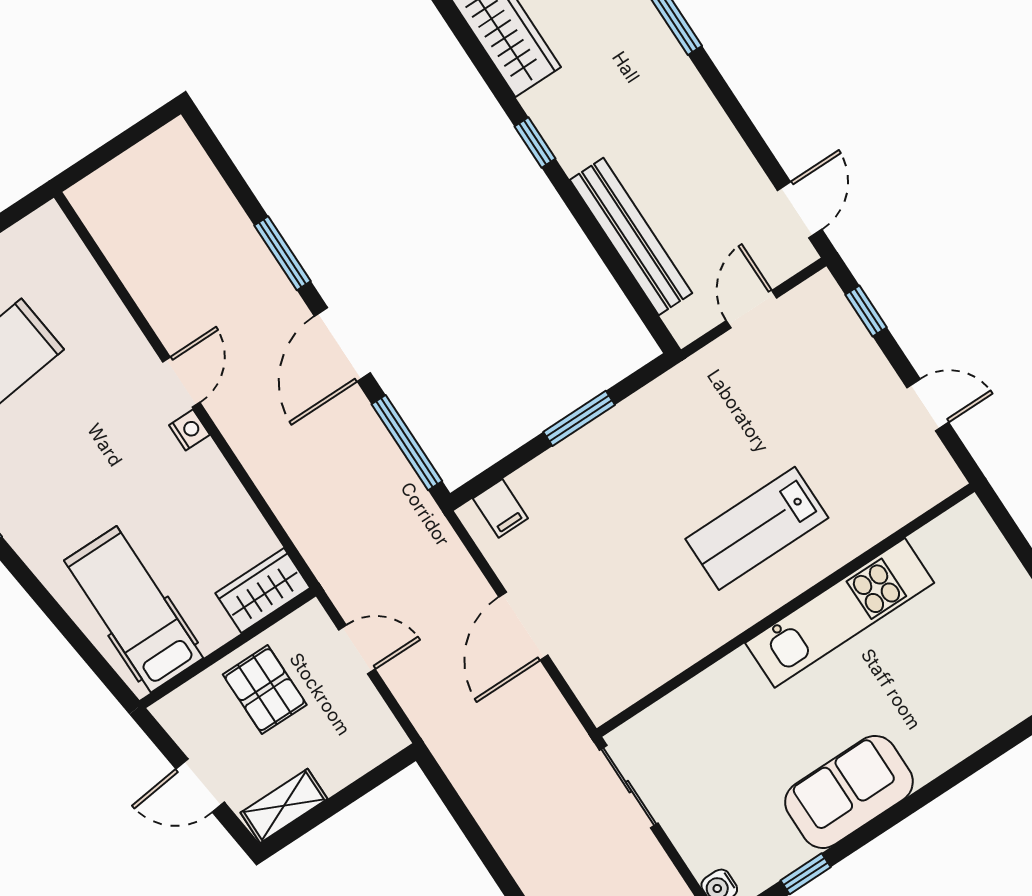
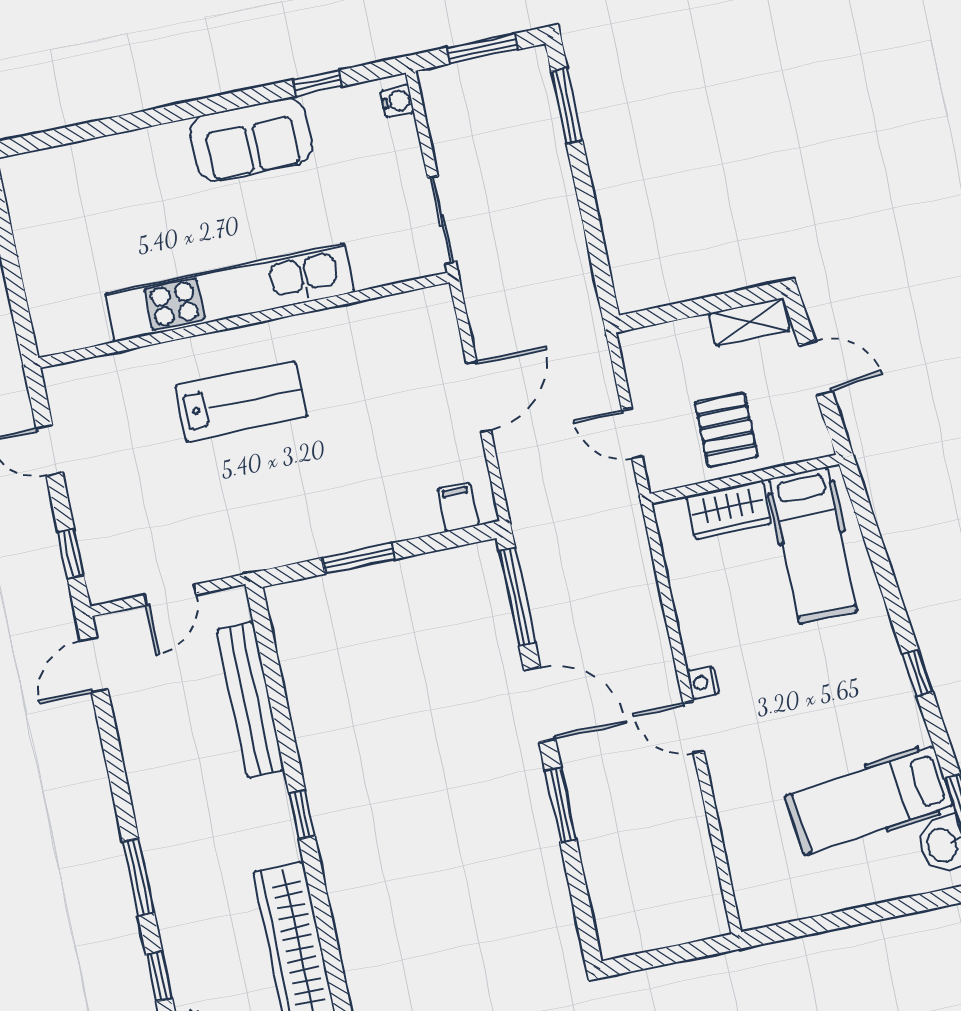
door: (342, 344) -> (540, 705), hinge flipped
door: (181, 382) -> (693, 727), hinge flipped
wardrobe: (263, 591) -> (729, 510), moved
kitchen unit: (840, 613) -> (230, 293), width x1.36

